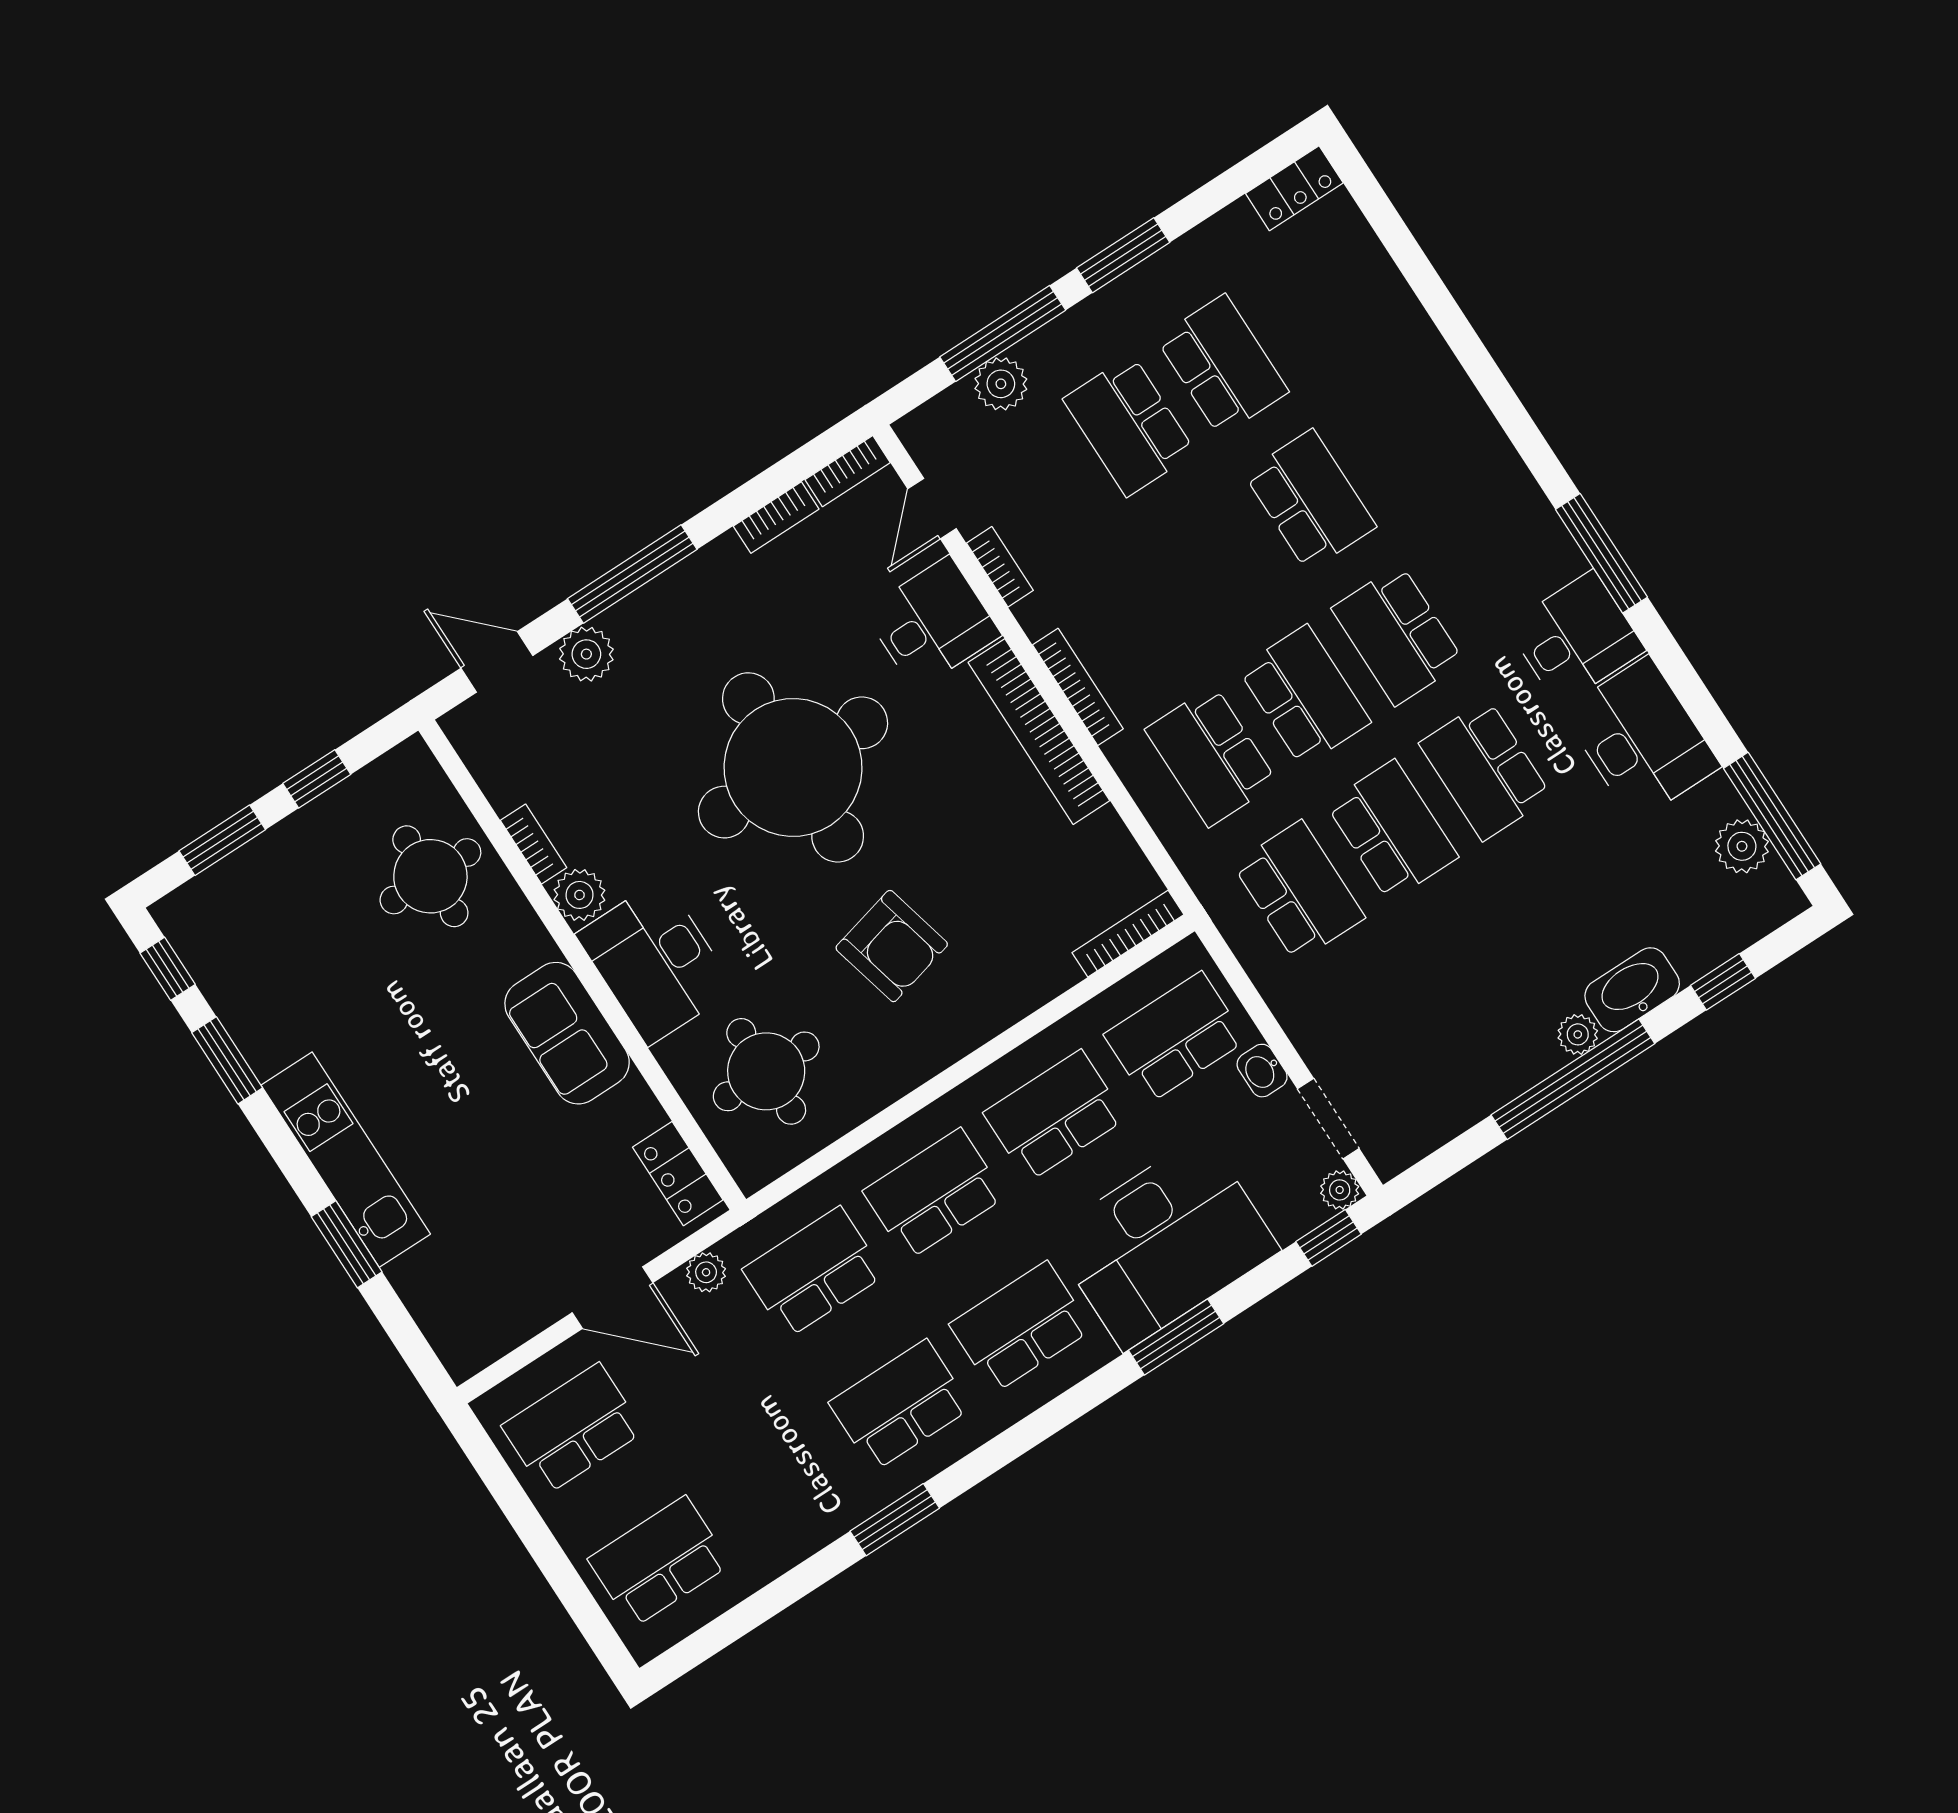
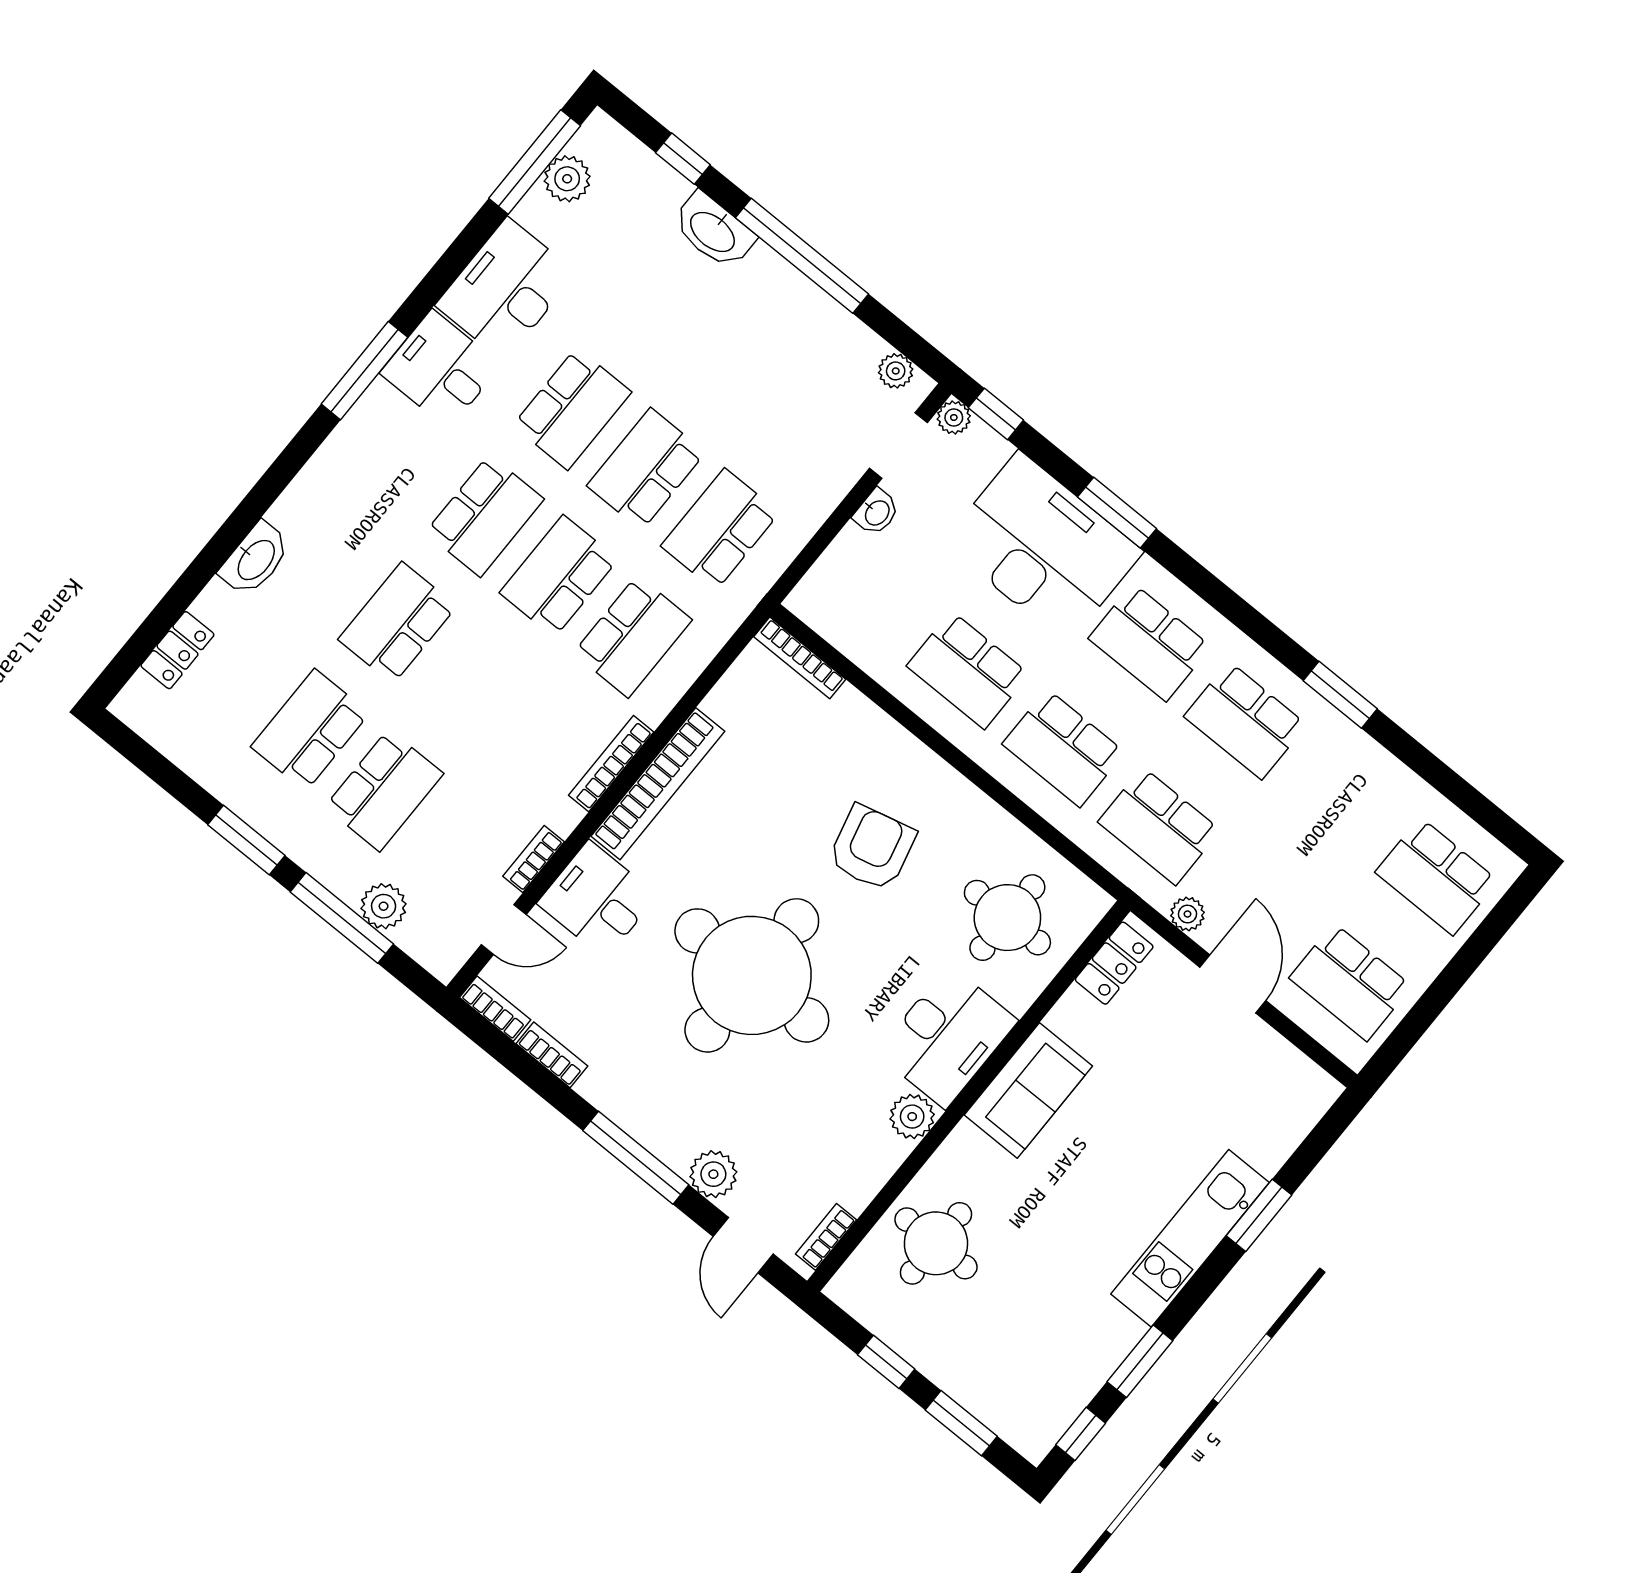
locker: (1294, 188) -> (177, 650), moved, turned 90
washbasin: (1431, 365) -> (255, 559), added
bookcase: (534, 844) -> (826, 1237), moved
plant: (1578, 1034) -> (896, 371), moved
school desk: (1175, 1037) -> (872, 592), removed

